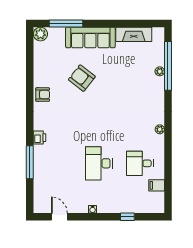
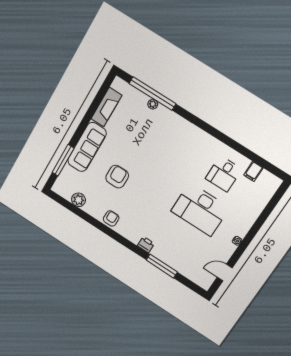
plant: (40, 34) -> (78, 200), moved
armchair: (82, 78) -> (117, 177), turned 142
plant: (160, 129) -> (205, 137), removed
desk: (99, 163) -> (200, 209), width x1.36, depth x1.30
window: (127, 217) -> (264, 215), removed

